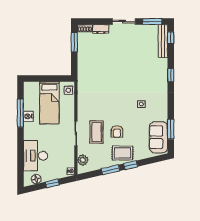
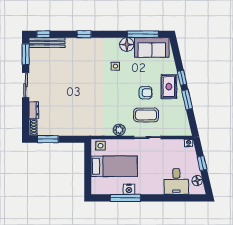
floor lamp: (161, 114) -> (127, 45), added
window: (171, 129) -> (143, 34), width x1.44
desk: (35, 156) -> (176, 181), width x0.73
plant: (83, 160) -> (119, 130), moved

